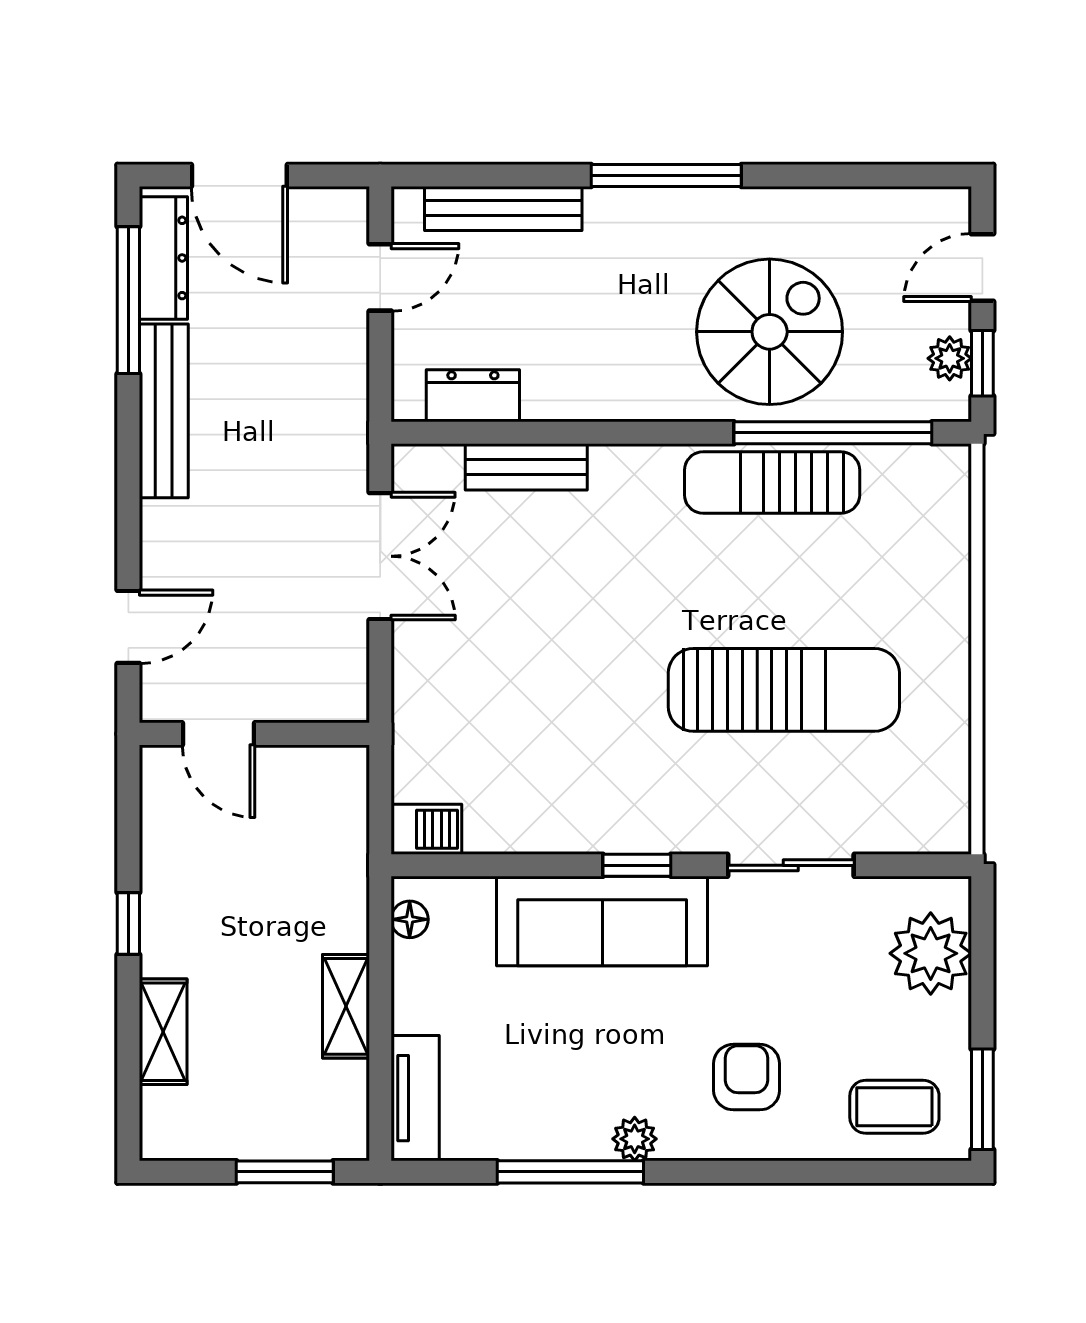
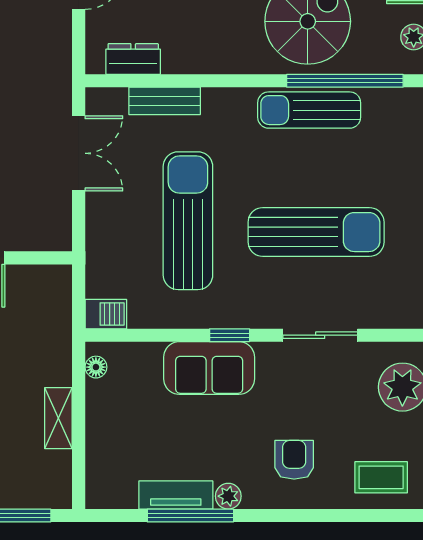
sun lounger: (566, 671) -> (188, 221), added
sofa: (602, 921) -> (209, 368), width x0.73
tv unit: (415, 1098) -> (176, 495), moved, turned -90

